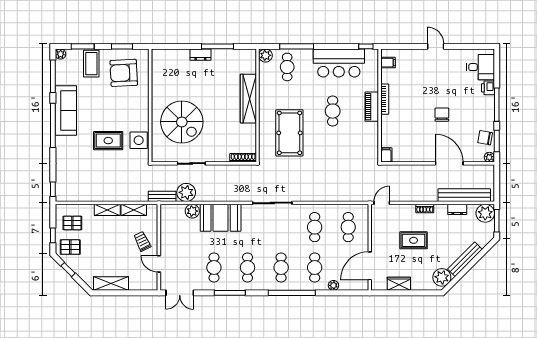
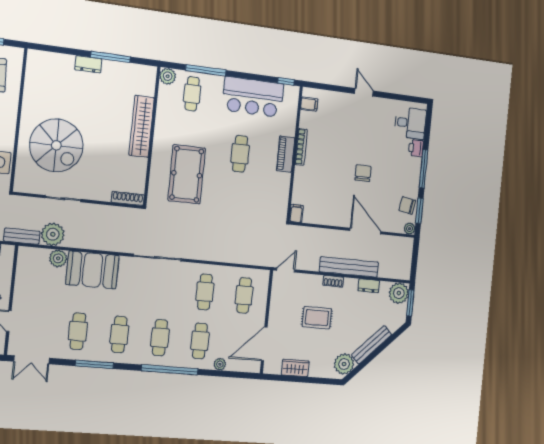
bench: (464, 195) -> (349, 267), moved

